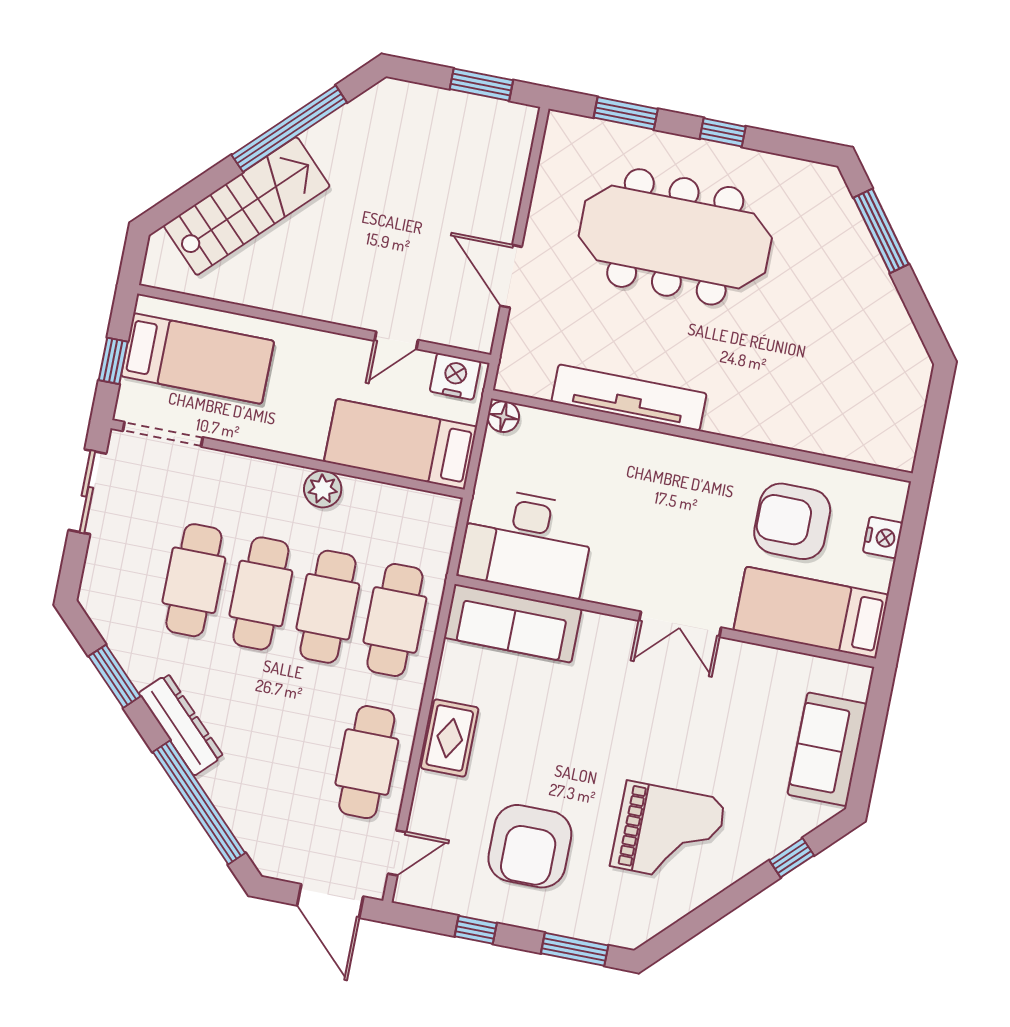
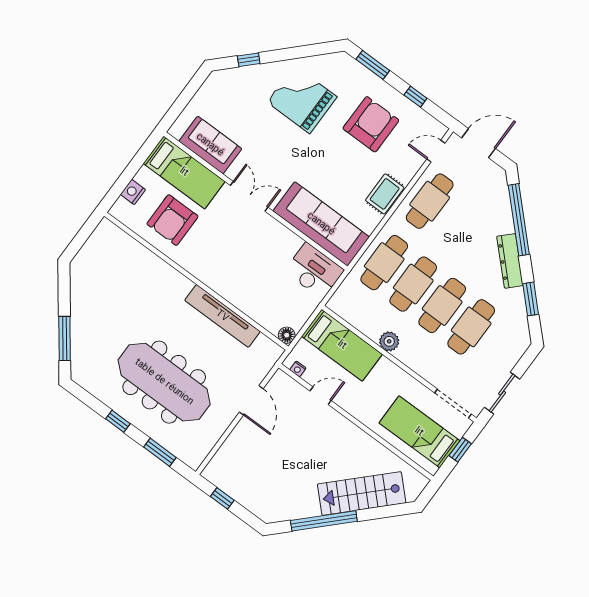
window: (481, 85) -> (222, 498), width x0.67
nightstand: (455, 376) -> (298, 369), width x0.53, depth x0.56
armchair: (792, 521) -> (172, 220), turned 90
desk: (527, 542) -> (314, 271), width x0.73, depth x0.77
sofa: (513, 623) -> (321, 224), width x1.36, depth x1.27
sofa: (827, 749) -> (210, 145), moved, turned -90
door: (330, 901) -> (479, 143), hinge flipped

